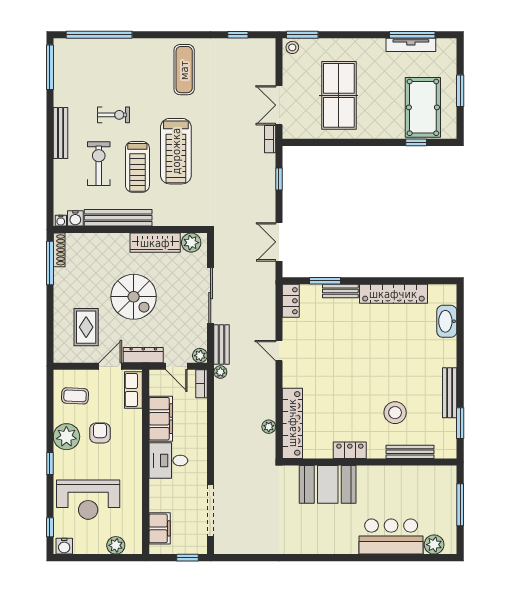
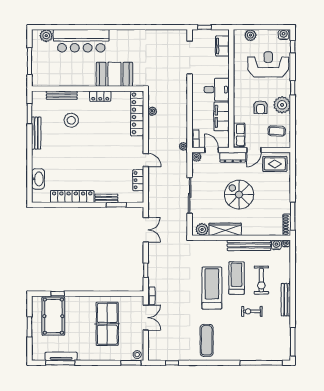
locker: (291, 301) -> (138, 180), moved
rug: (86, 327) -> (275, 164), moved, turned 90
bench: (222, 344) -> (183, 164), removed
bar counter: (391, 537) -> (81, 41), width x1.36

